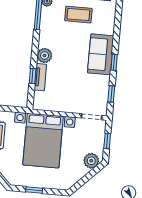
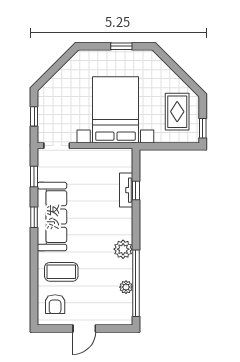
coffee table: (78, 15) -> (61, 272), moved
sofa: (101, 54) -> (52, 217), width x1.36
plant: (45, 55) -> (123, 249), moved
plant: (91, 161) -> (52, 90), removed

